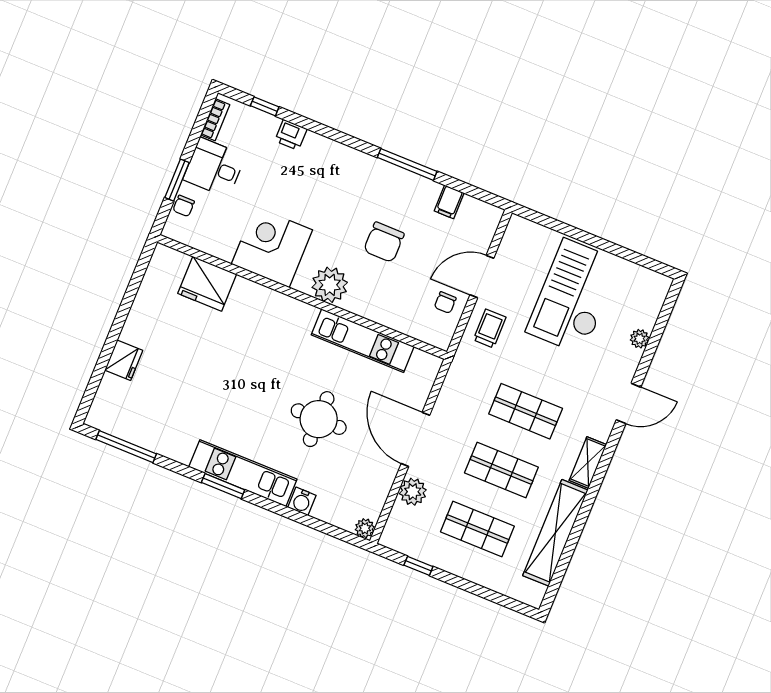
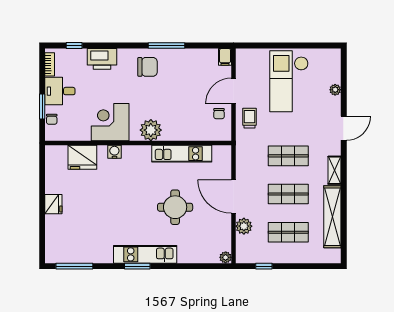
printer: (291, 135) -> (102, 59), width x1.87, depth x1.48
filing cabinet: (449, 202) -> (225, 57), moved
chair: (384, 242) -> (148, 67), moved, turned -90
fridge: (124, 360) -> (53, 204), moved
water cooler: (302, 501) -> (114, 152), moved, turned 180

